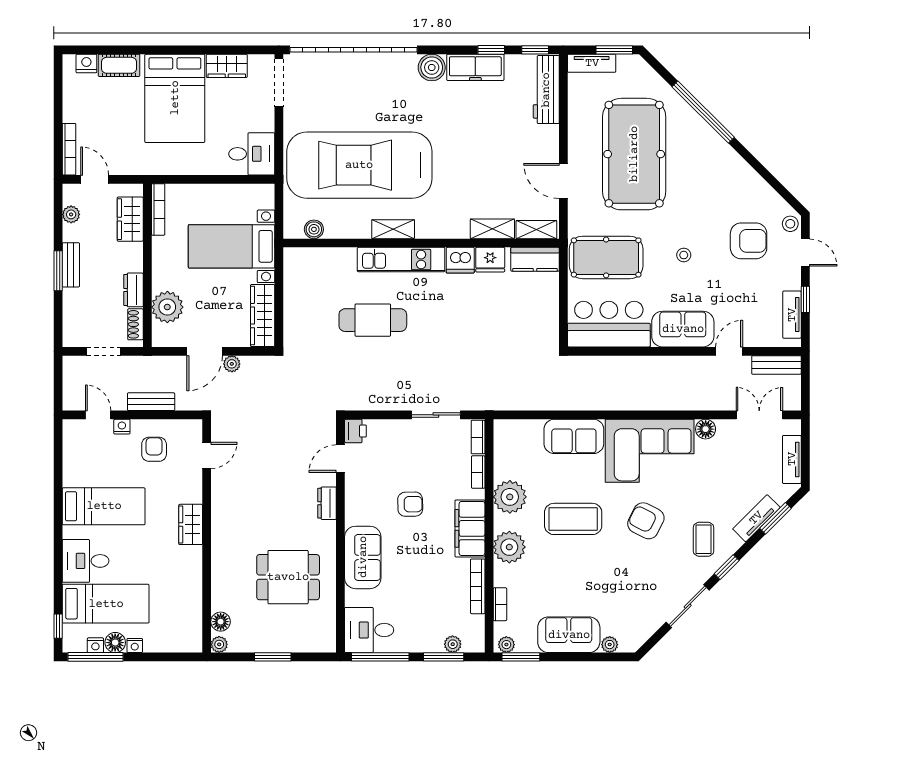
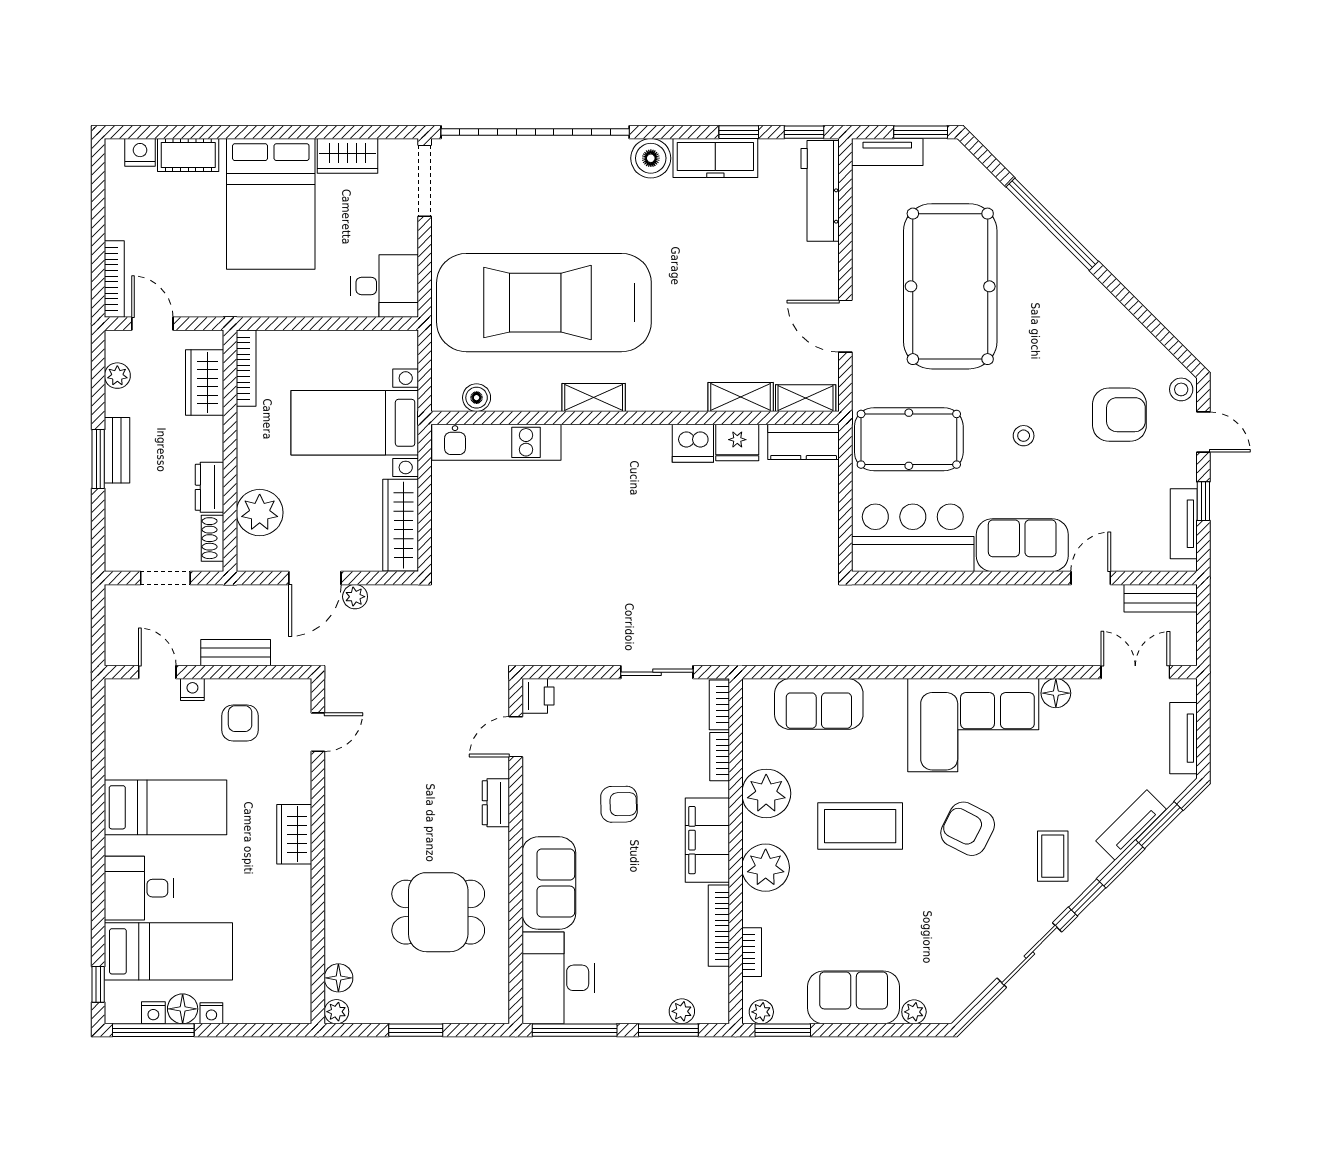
kitchen unit: (401, 260) -> (496, 442), moved
cafe table: (373, 320) -> (564, 532), removed
sofa: (574, 436) -> (819, 704), moved
desk: (369, 630) -> (558, 978), width x1.37

